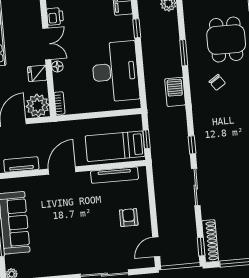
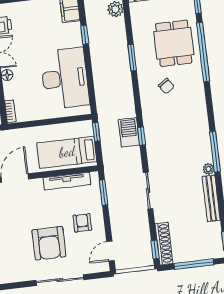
barbecue: (175, 92) -> (129, 132), moved
window: (147, 139) -> (96, 132), moved
window: (192, 145) -> (142, 136), moved
window: (151, 188) -> (103, 192), added
armchair: (94, 237) -> (49, 243), added

